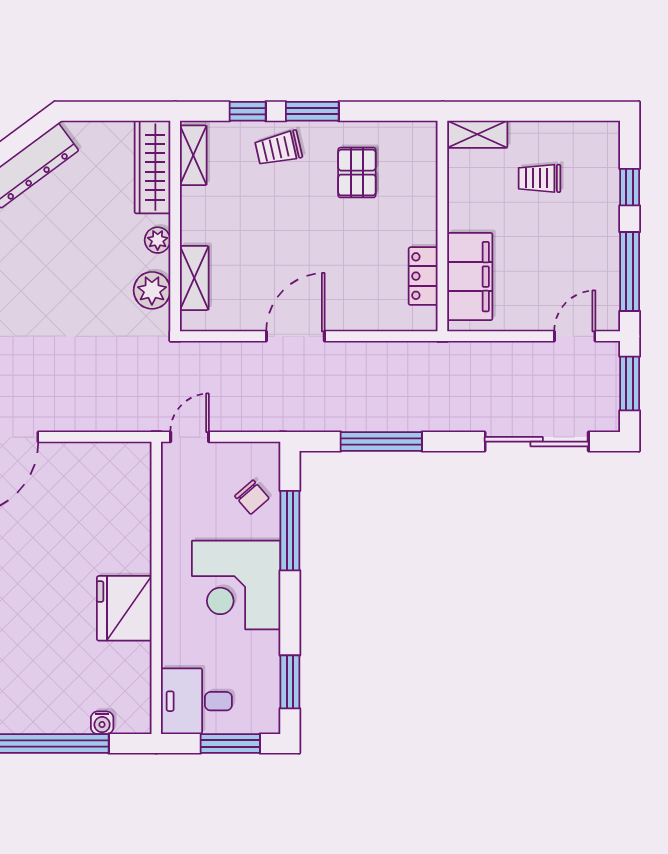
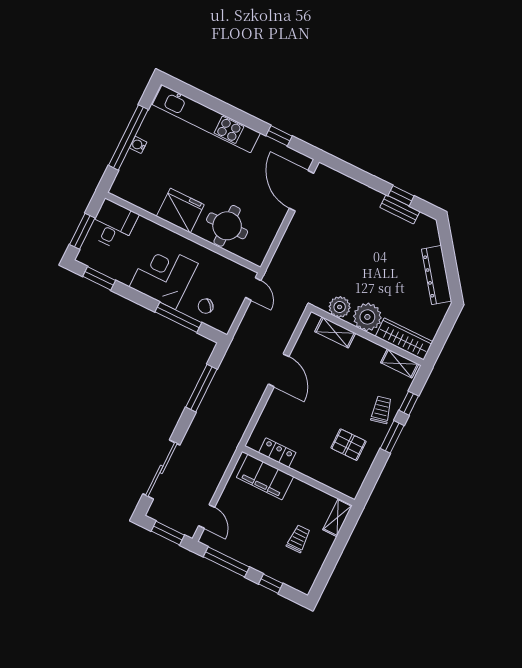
plant: (158, 240) -> (367, 317), width x1.87, depth x1.87
round table: (112, 525) -> (227, 226), added
water cooler: (102, 723) -> (138, 145), moved

